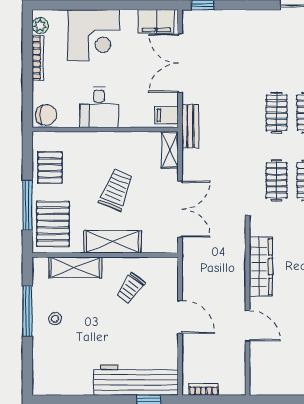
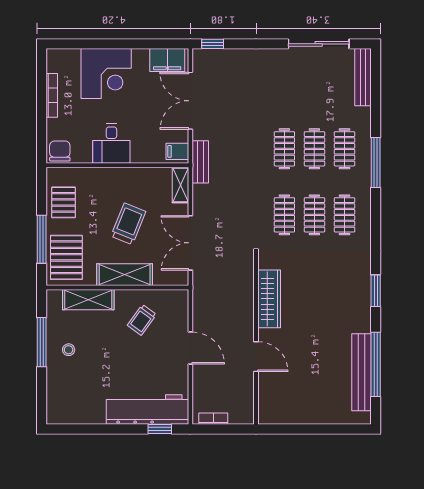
plant: (40, 26) -> (54, 64), removed
chair: (46, 115) -> (60, 151), turned -90
double door: (180, 209) -> (190, 243), swing flipped

